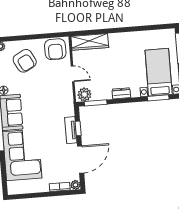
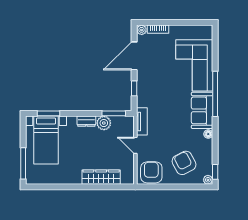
wardrobe: (90, 42) -> (101, 177), moved
plant: (84, 94) -> (104, 123), moved
tv unit: (71, 130) -> (142, 121), moved

